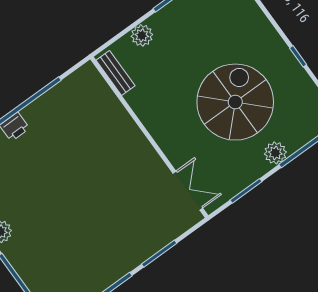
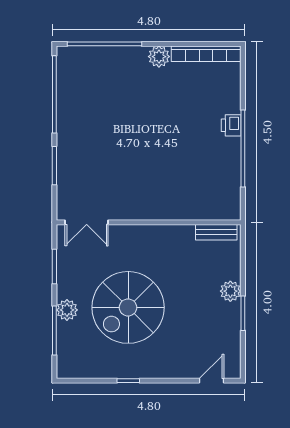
plant: (142, 35) -> (230, 291), moved
spiral stairs: (235, 102) -> (128, 307), turned 90

